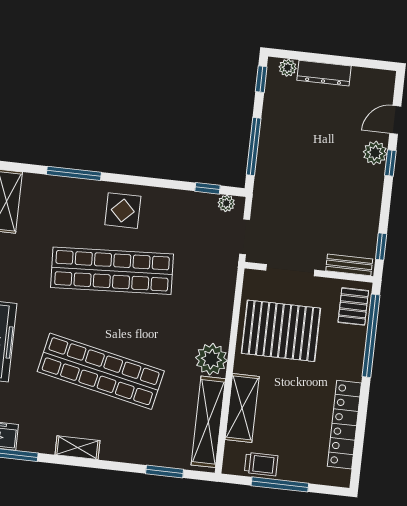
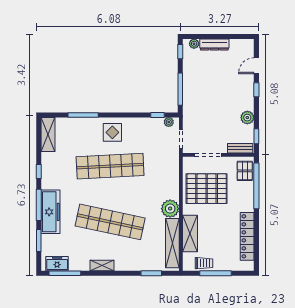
plant: (375, 153) -> (247, 118), moved

